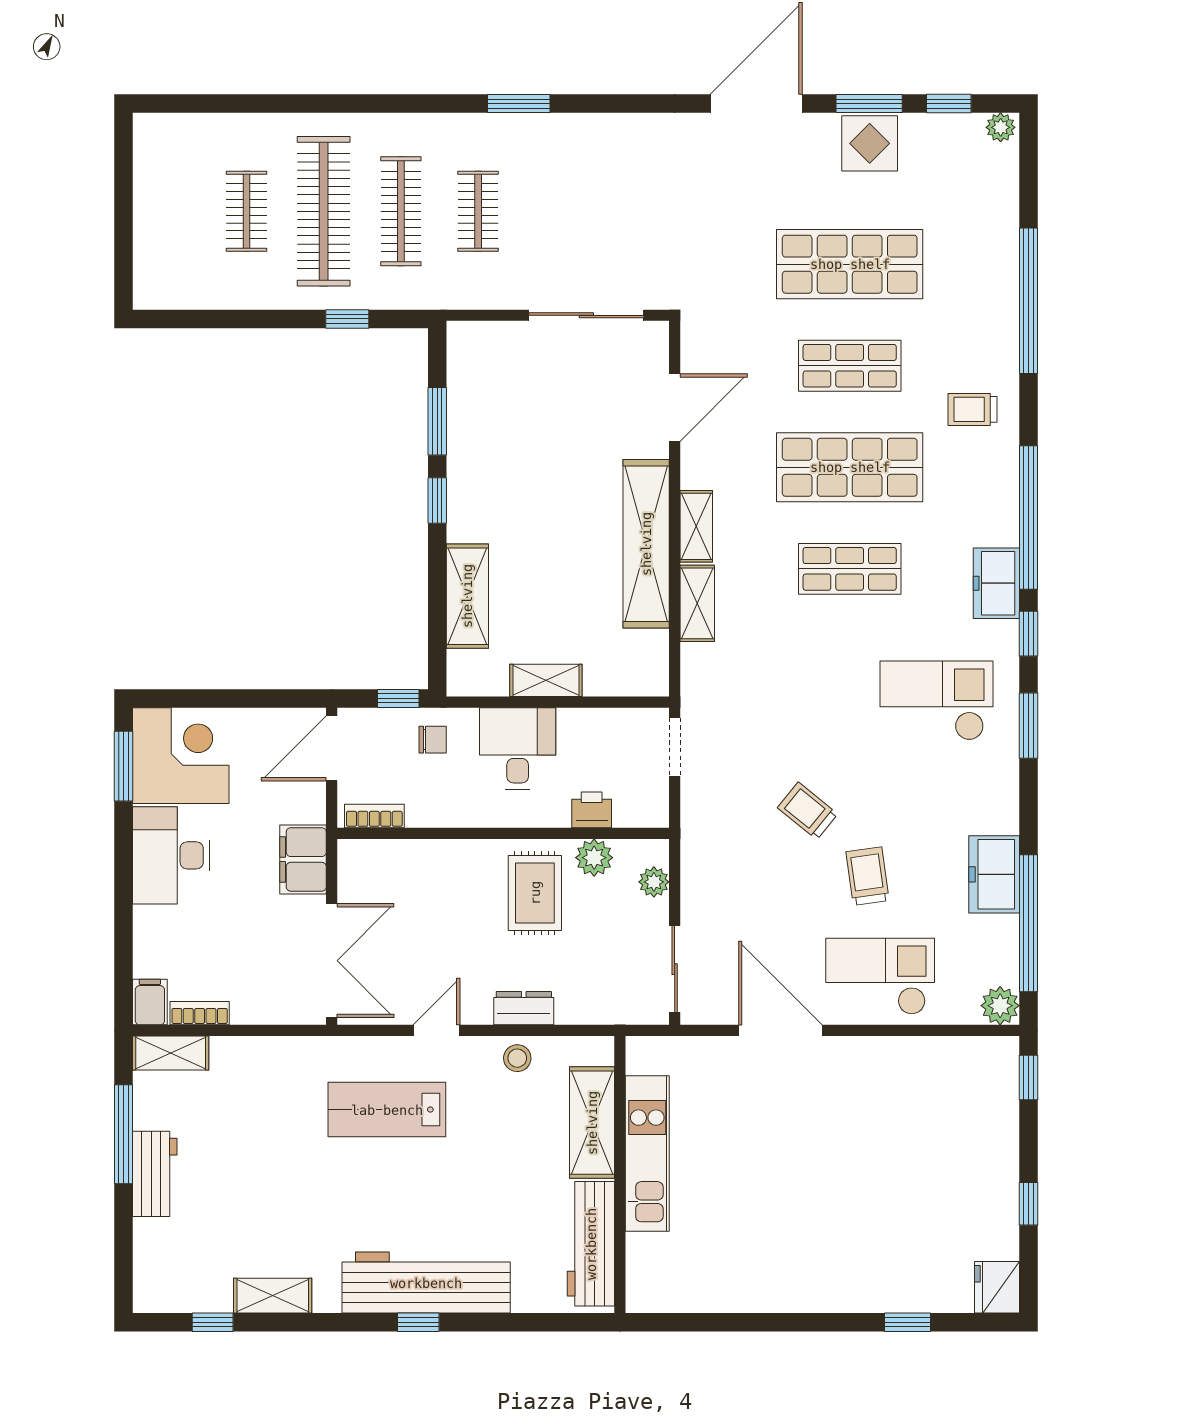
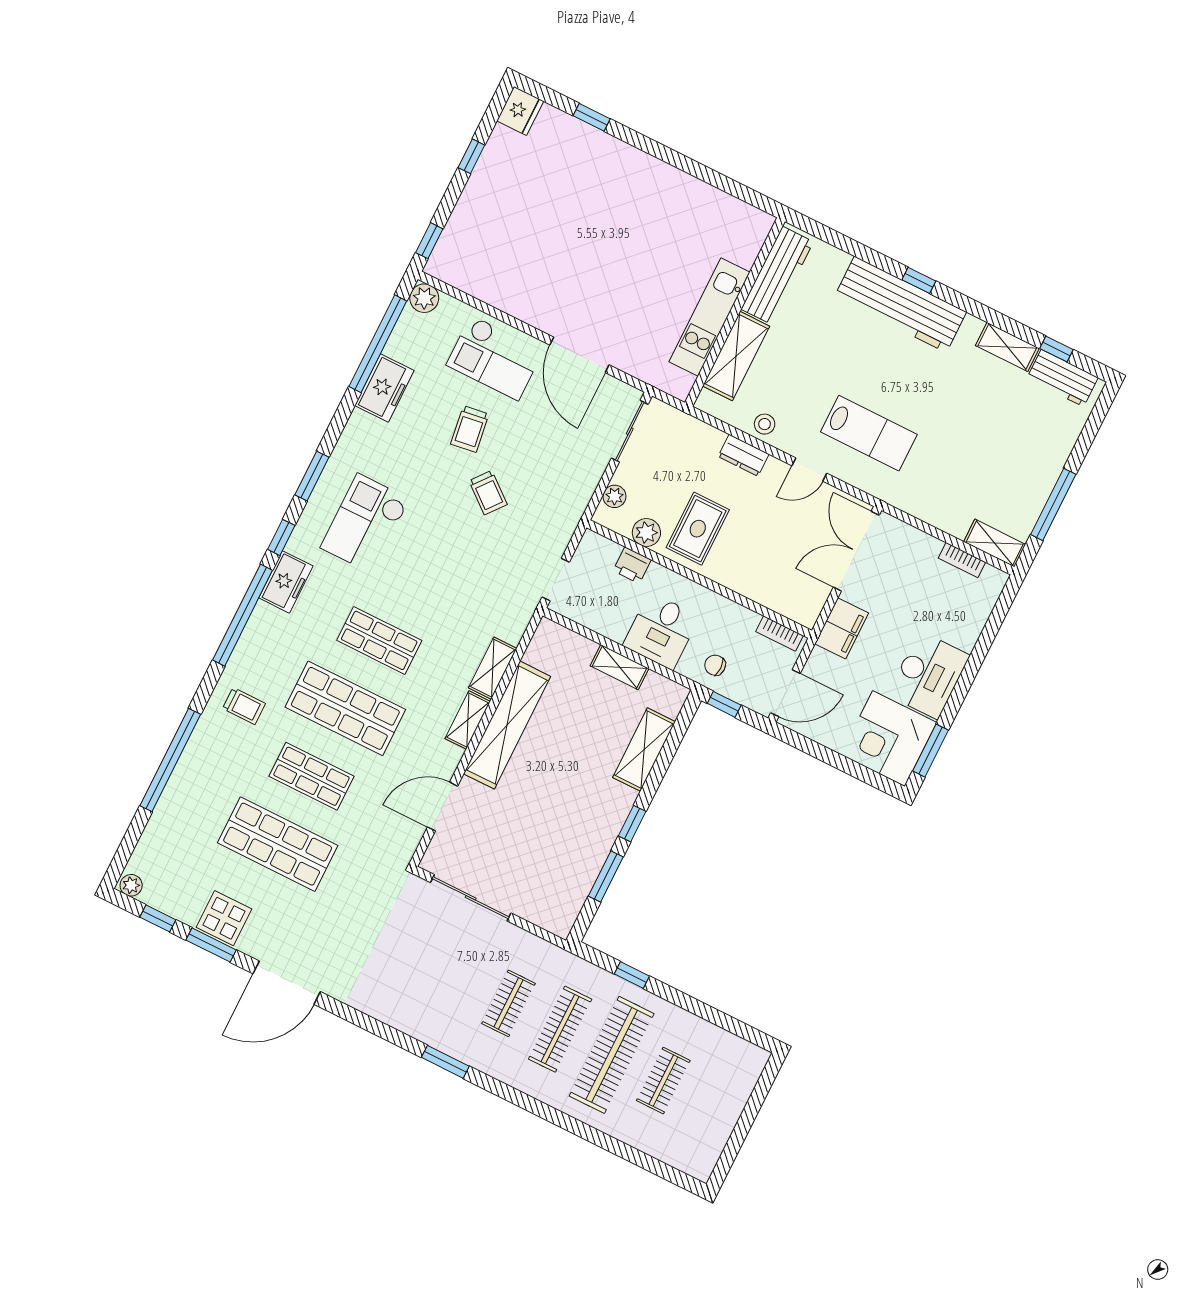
checkout: (937, 701) -> (365, 523), turned 90
filing cabinet: (150, 1002) -> (992, 584), removed
workbench: (155, 1174) -> (1062, 378), moved, turned -90

